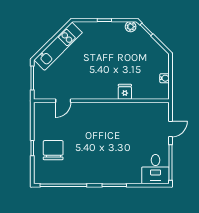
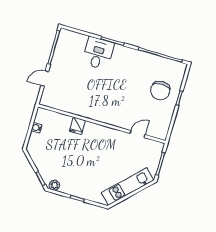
desk: (156, 169) -> (98, 53), moved

